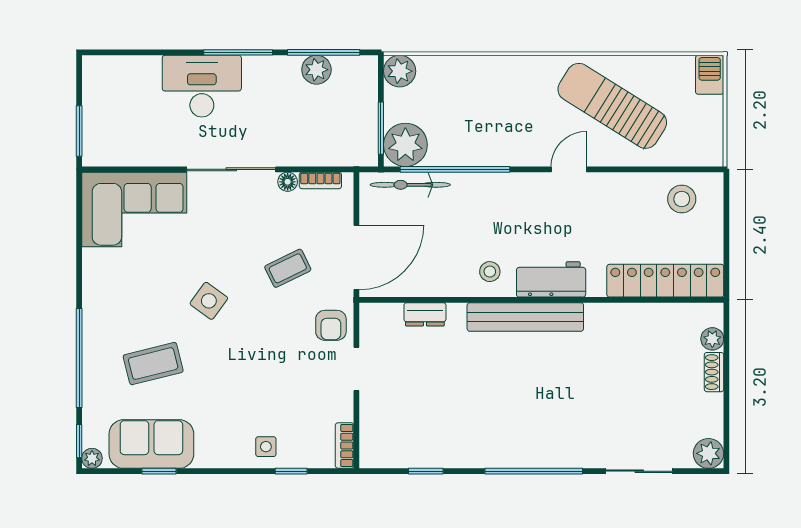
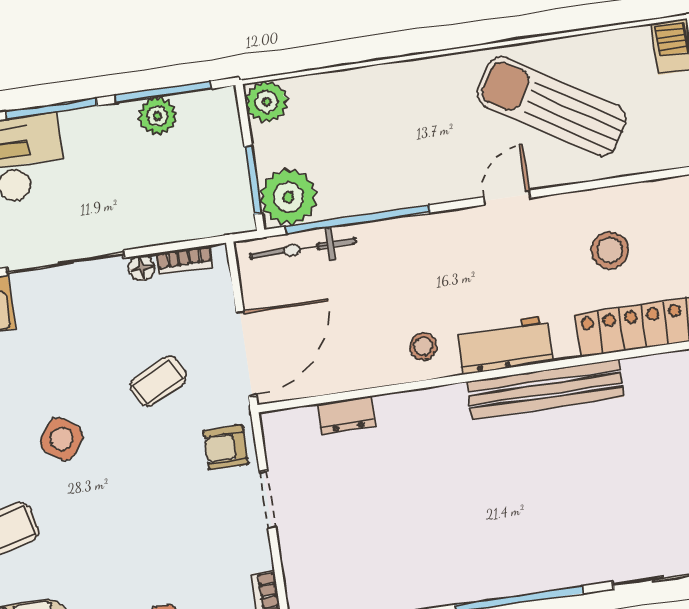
stool: (682, 199) -> (610, 250), moved
bench: (525, 317) -> (545, 389), moved
armchair: (331, 325) -> (226, 447), turned 90

